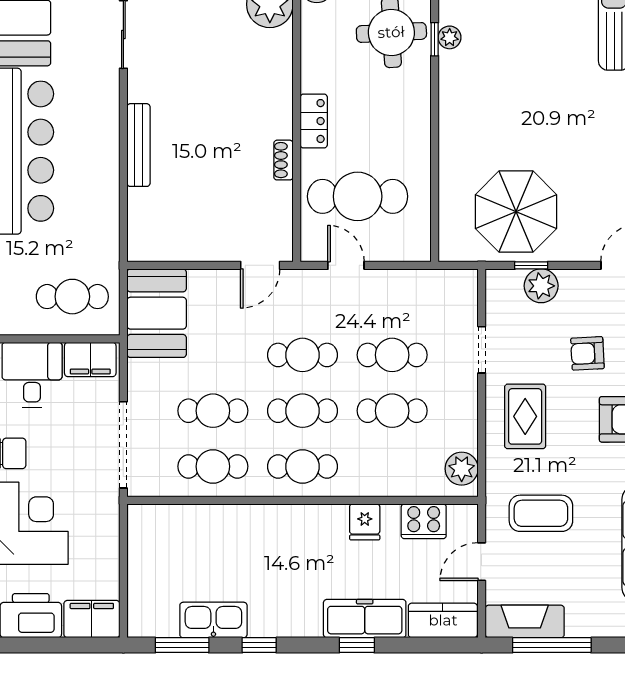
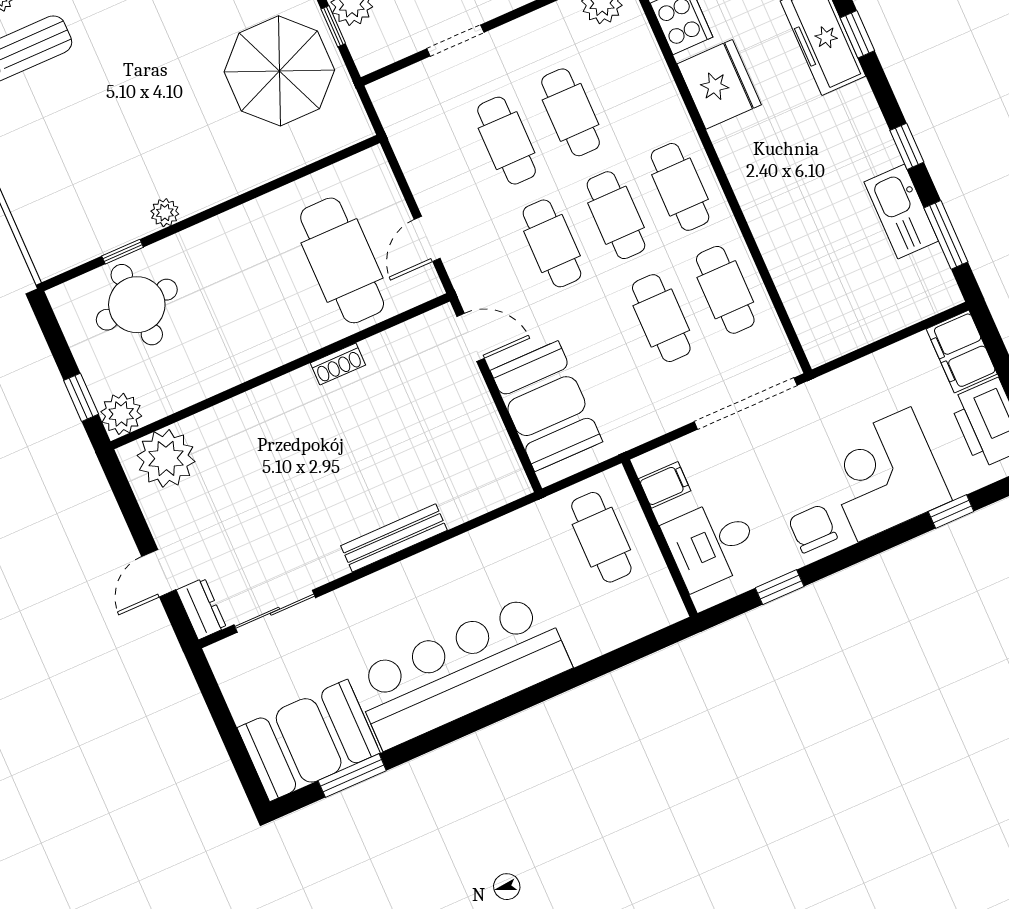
plant: (450, 37) -> (165, 213), moved
locker: (314, 121) -> (278, 349), removed
booth: (157, 313) -> (546, 406), moved, turned 90
filing cabinet: (90, 359) -> (665, 485), width x0.50
fridge: (365, 522) -> (719, 84), width x1.88, depth x1.34

